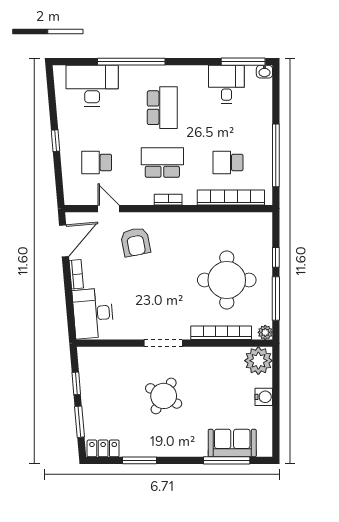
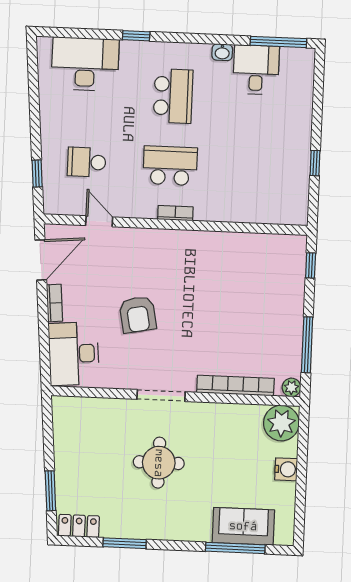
window: (131, 62) -> (136, 36), width x0.32
washbasin: (264, 72) -> (222, 52), moved
window: (55, 141) -> (37, 173), moved
window: (276, 155) -> (315, 163), width x0.32
school desk: (228, 163) -> (254, 169), removed
bookcase: (231, 197) -> (255, 214), removed
armchair: (135, 242) -> (138, 314), moved
window: (276, 257) -> (311, 265), moved
round table: (227, 280) -> (245, 319), removed
window: (76, 383) -> (48, 442), removed
round table: (164, 396) -> (159, 463), turned -30

